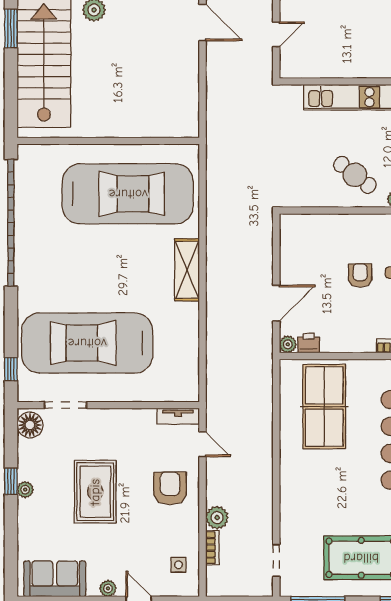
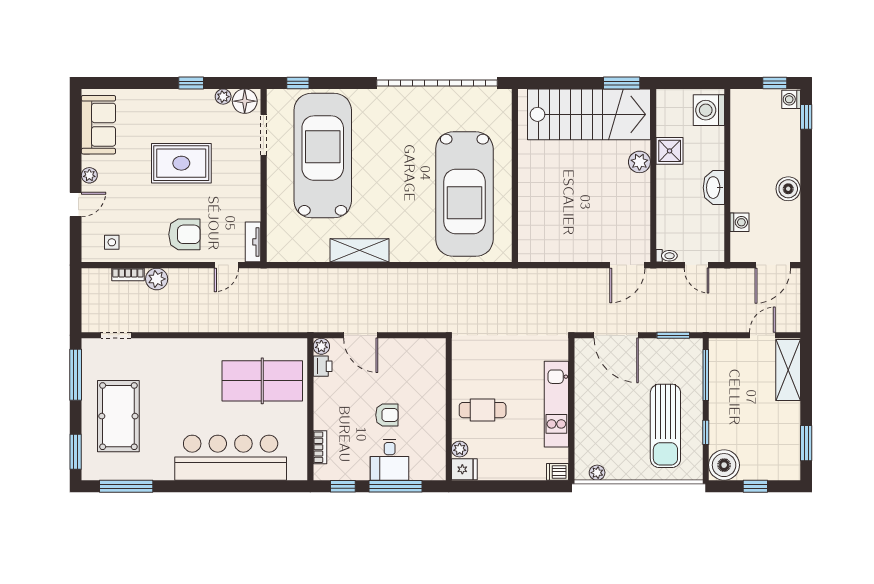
door: (276, 34) -> (616, 335), width x1.88
cafe table: (355, 175) -> (483, 410), turned 52
shelving: (187, 270) -> (359, 250), moved
plant: (25, 490) -> (223, 97), moved

